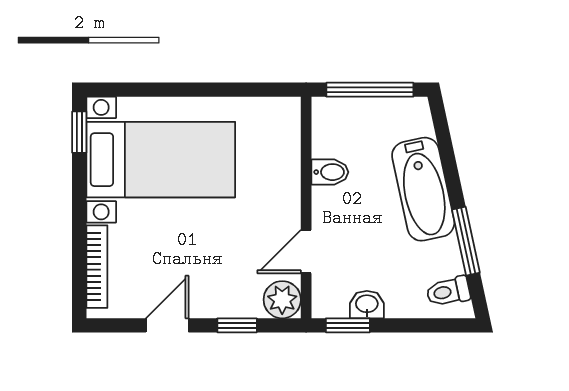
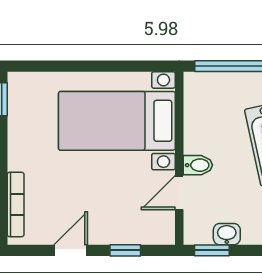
bed with nightstands: (161, 160) -> (117, 121), moved, turned 180
bidet: (330, 172) -> (198, 165), moved
plant: (282, 300) -> (161, 230), removed

